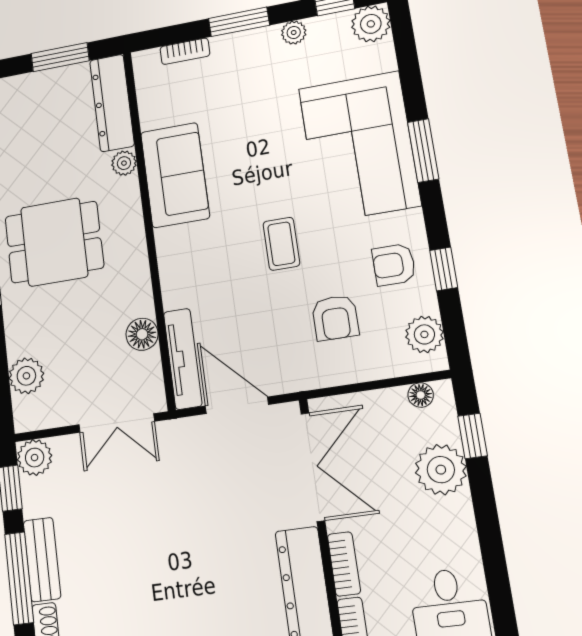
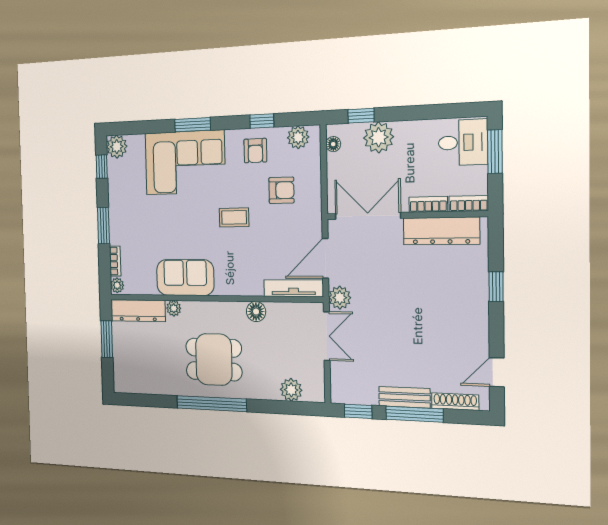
plant: (294, 33) -> (117, 285), moved
dining table: (54, 242) -> (214, 360), turned 90
floor lamp: (142, 334) -> (256, 312), moved
plant: (35, 458) -> (340, 298), moved

